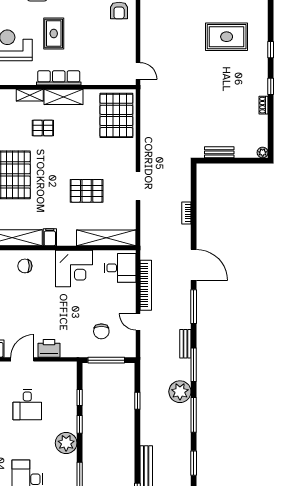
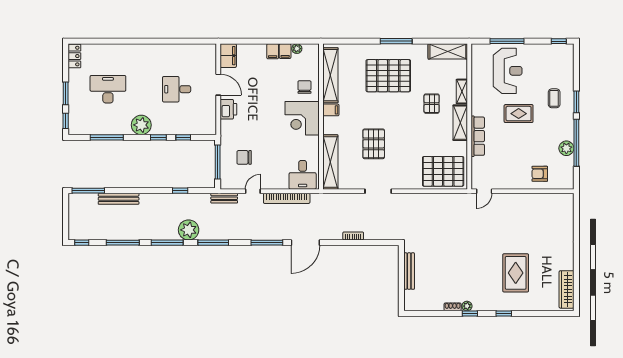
row of seats: (59, 78) -> (478, 136), moved
bench: (219, 152) -> (409, 271), width x1.36
plant: (263, 153) -> (467, 306), moved
corner desk: (74, 268) -> (302, 118), moved
bench: (185, 344) -> (224, 198), moved
window: (194, 463) -> (123, 243), width x1.44

